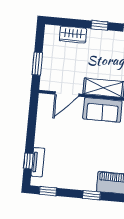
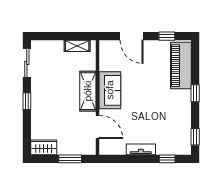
wardrobe: (73, 35) -> (44, 147), moved, turned -90
tv unit: (38, 162) -> (141, 149), moved

